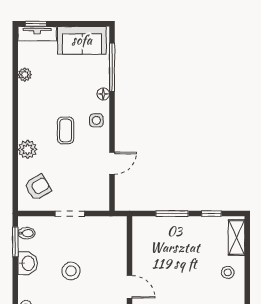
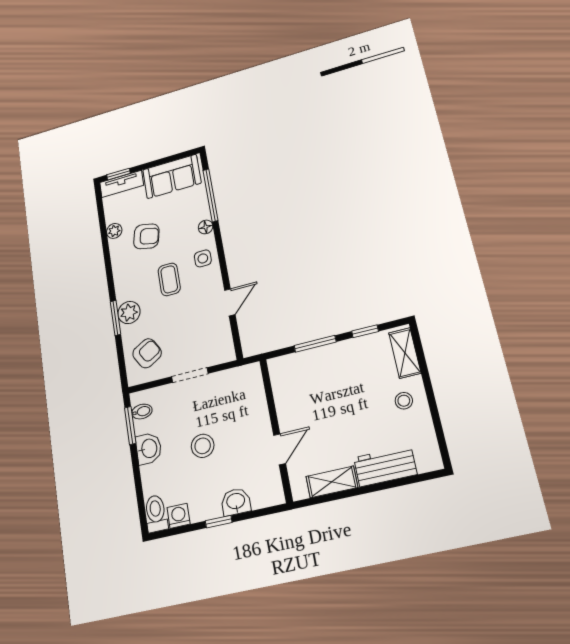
armchair: (52, 88) -> (146, 236), added
window: (15, 151) -> (115, 318), added
door: (130, 287) -> (280, 449), hinge flipped

